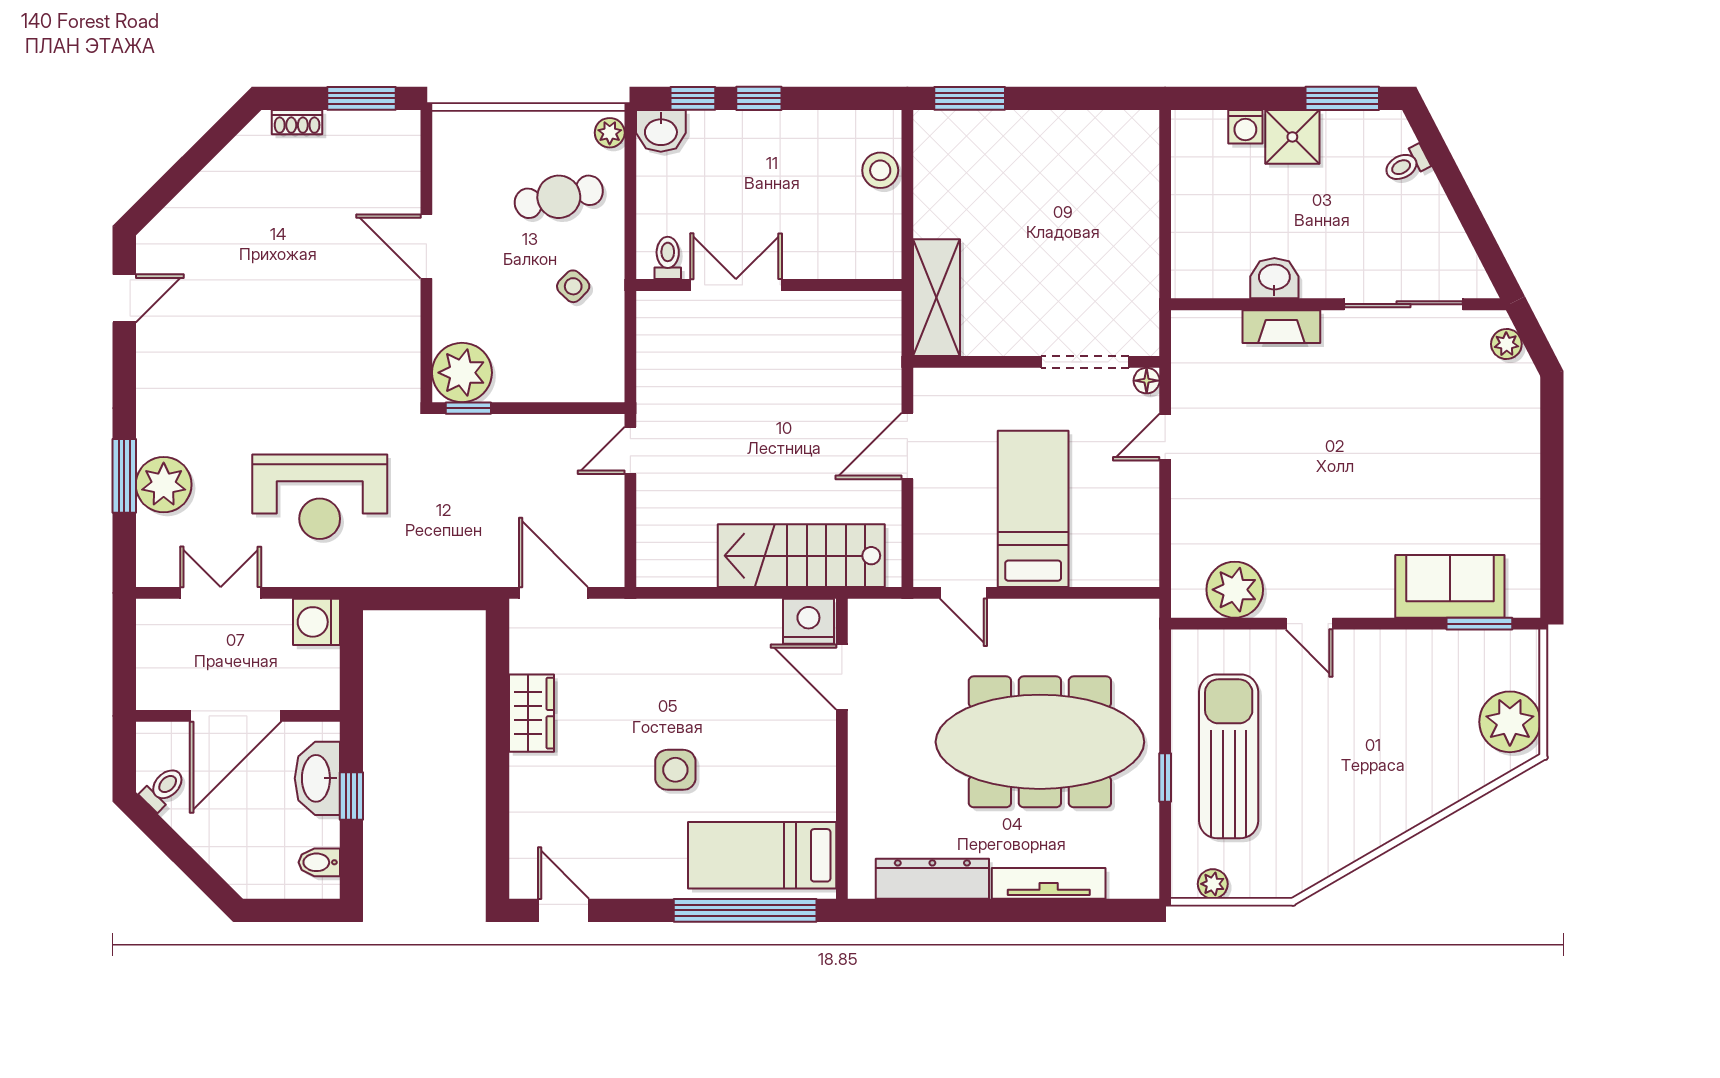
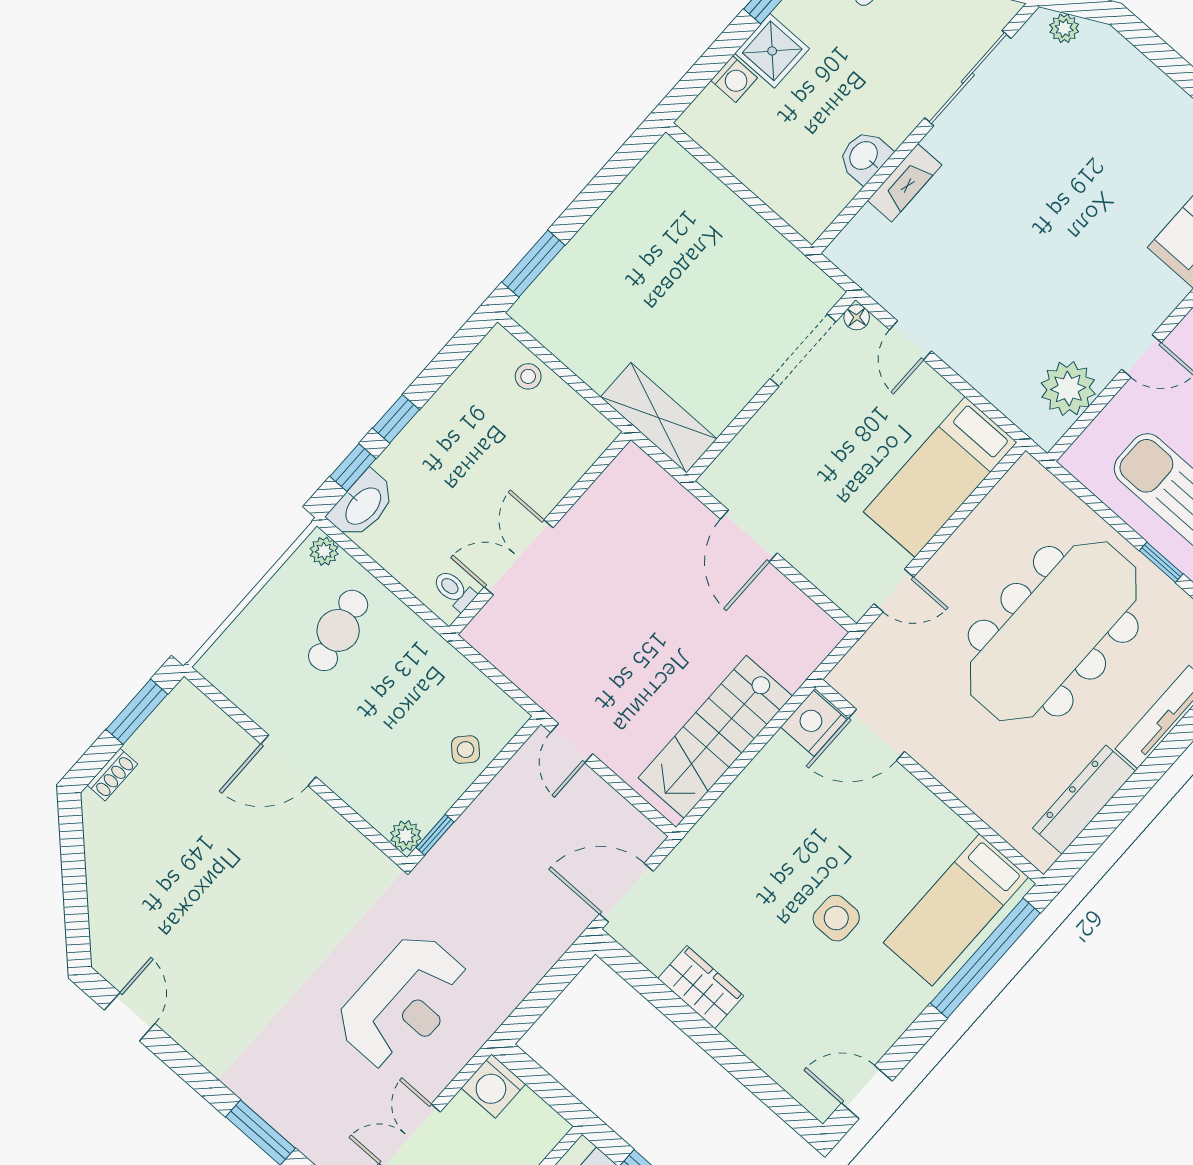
washbasin: (661, 131) -> (362, 505), width x1.38
stool: (880, 170) -> (528, 376), width x0.73, depth x0.73
side table: (573, 286) -> (466, 750), moved
plant: (462, 373) -> (406, 836), width x0.53, depth x0.53
plant: (164, 485) -> (293, 1109), removed
bed: (1033, 509) -> (940, 477), moved, turned -90
stairs: (801, 556) -> (715, 737), moved

